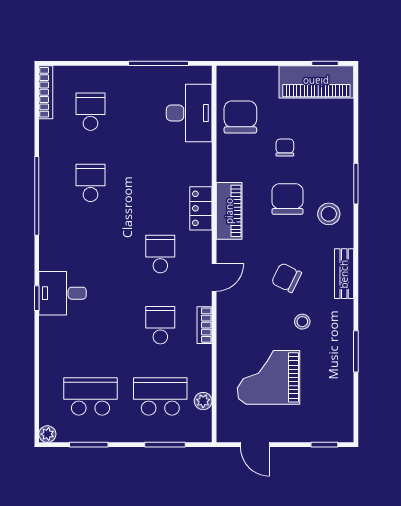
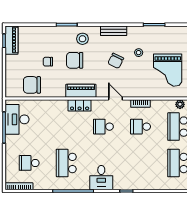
piano: (316, 82) -> (12, 40), width x0.73, depth x0.75
desk: (189, 113) -> (17, 119), moved, turned -90
school desk: (90, 183) -> (66, 163), width x1.85
desk: (63, 293) -> (101, 178), moved

